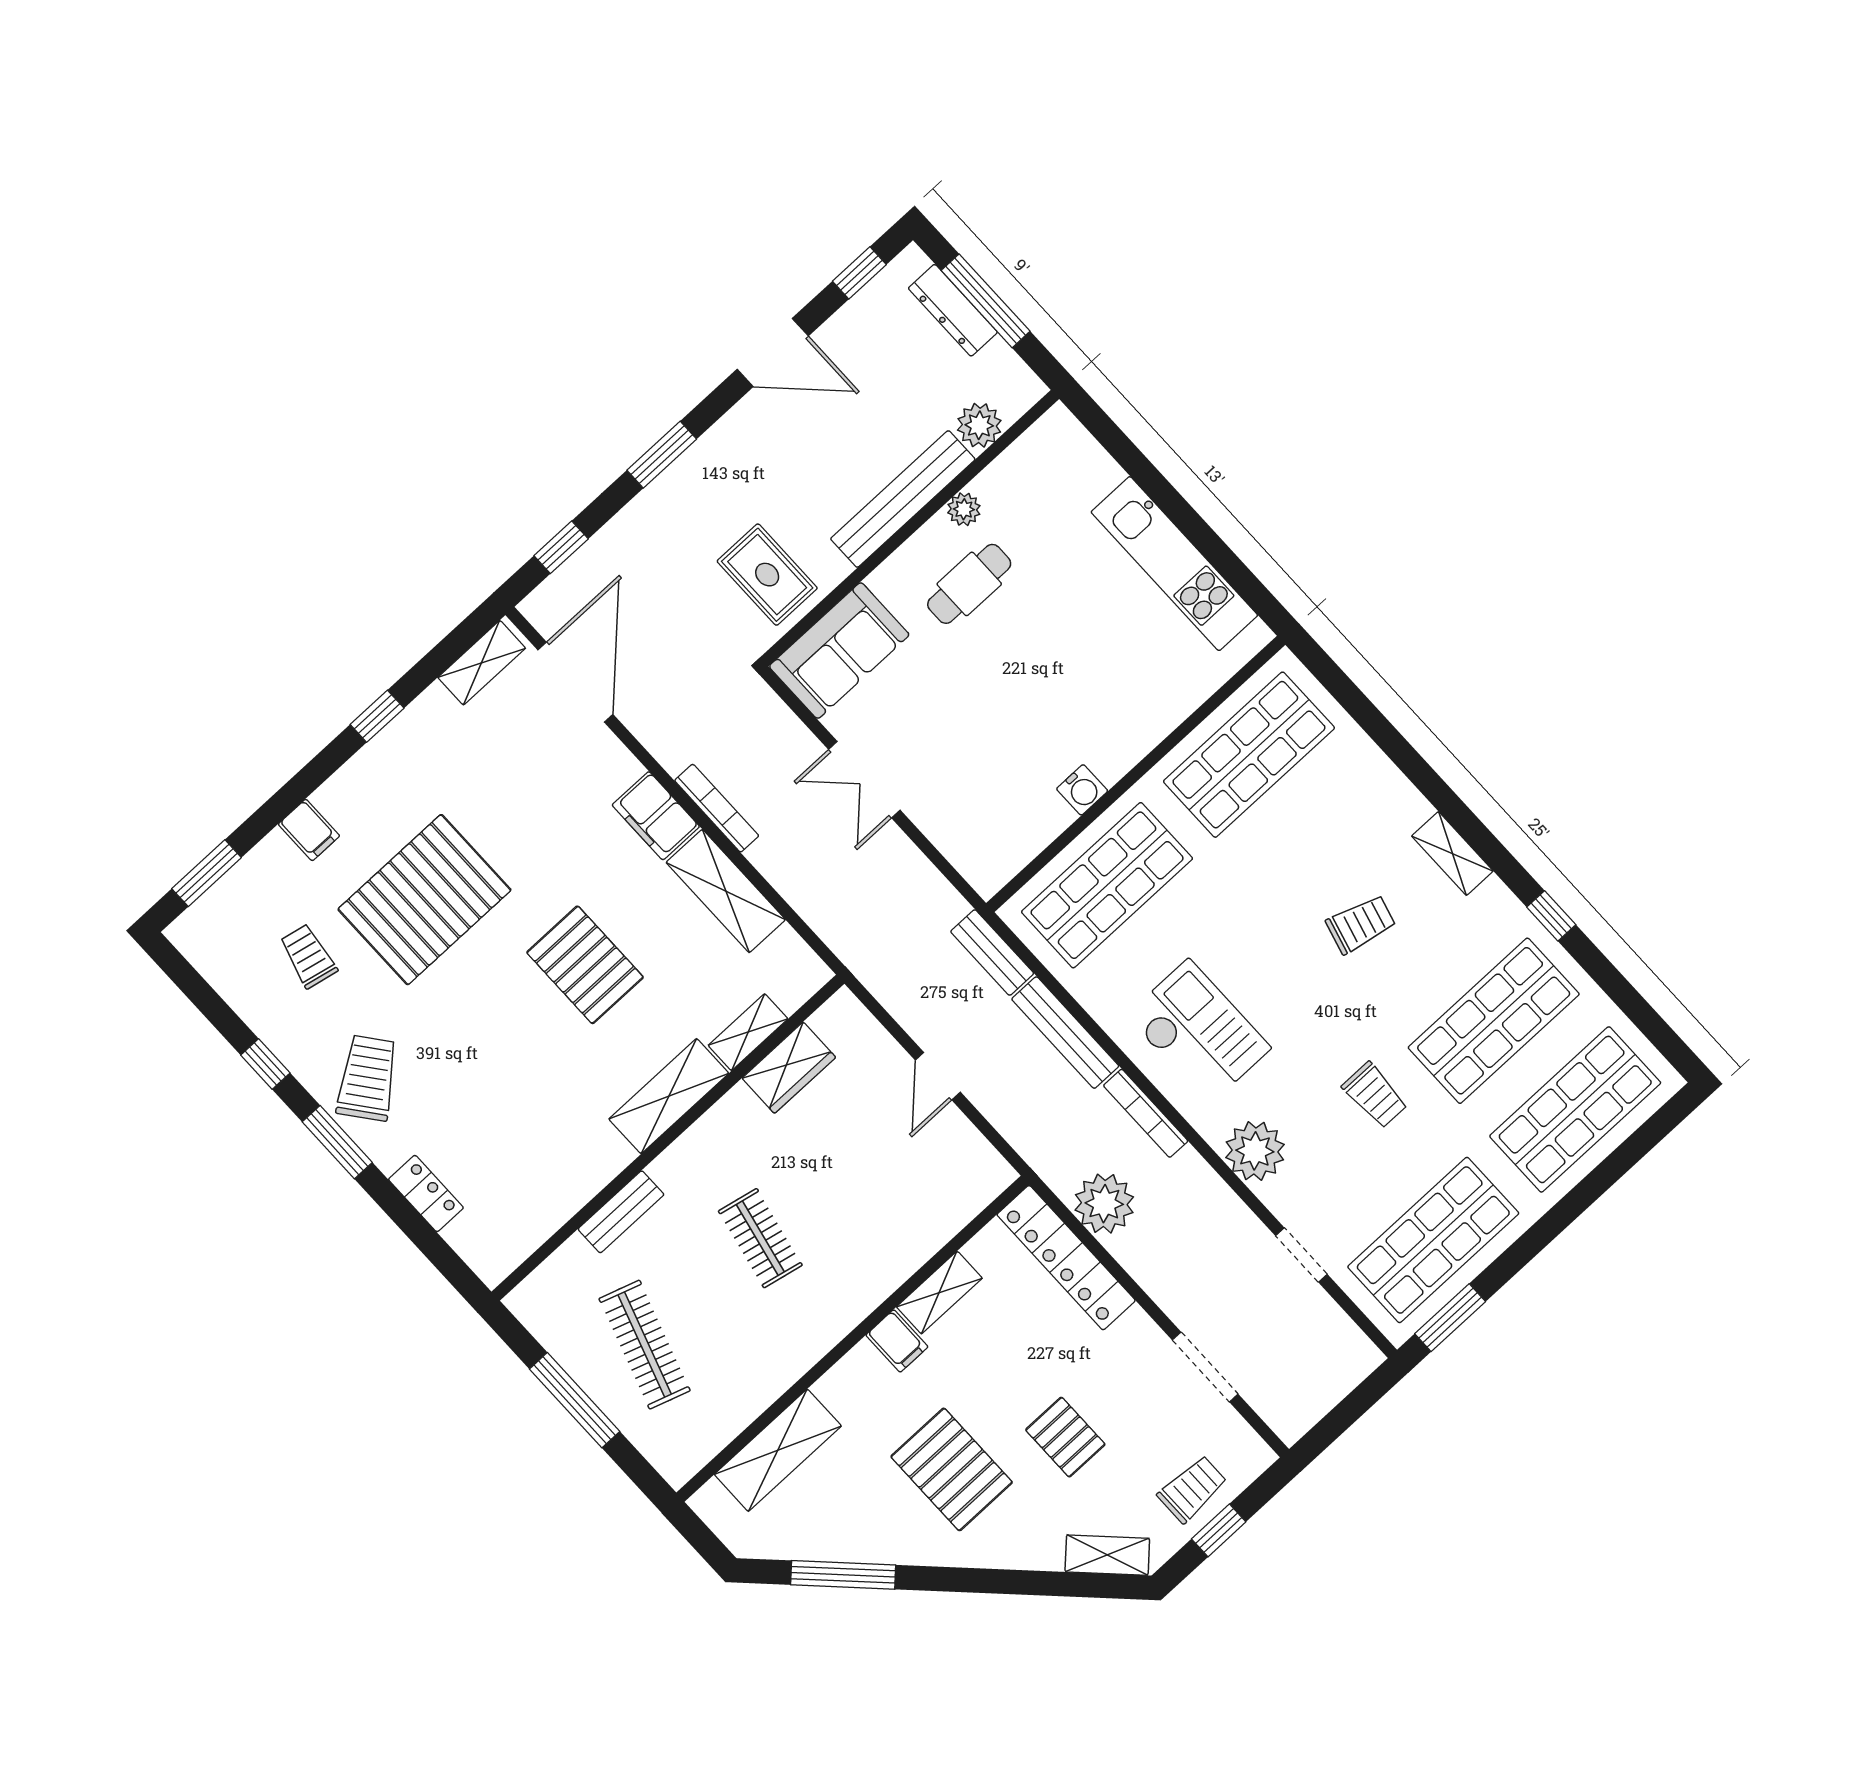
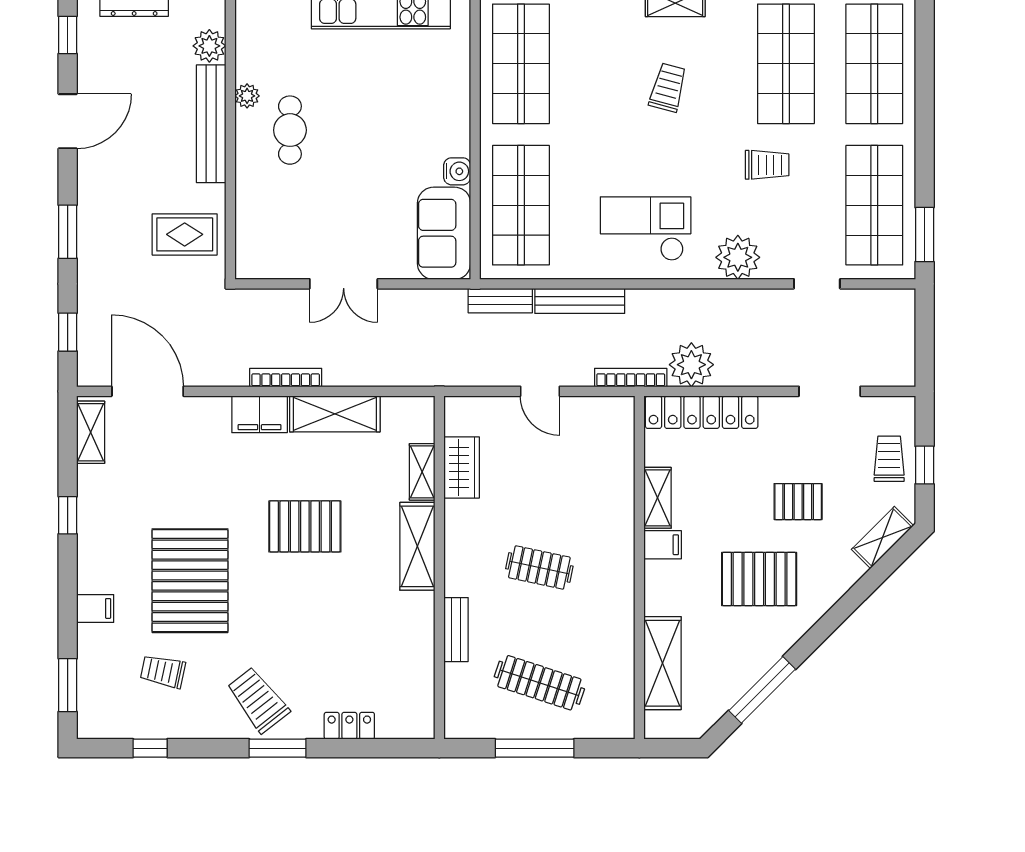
sofa: (839, 651) -> (444, 233), moved, turned 180
window: (265, 1064) -> (150, 748), moved
bookcase: (1146, 1113) -> (631, 378), moved, turned 180

